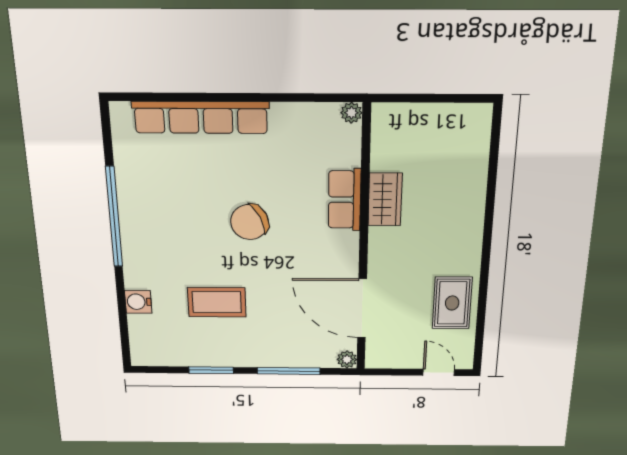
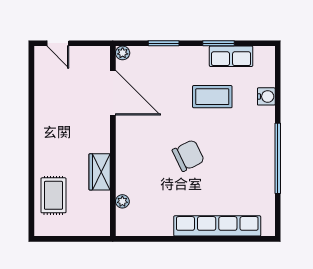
plant: (351, 113) -> (122, 201), moved
row of seats: (345, 200) -> (231, 56), moved, turned 90
rug: (452, 303) -> (53, 195), moved
window: (289, 371) -> (164, 43), width x0.69

